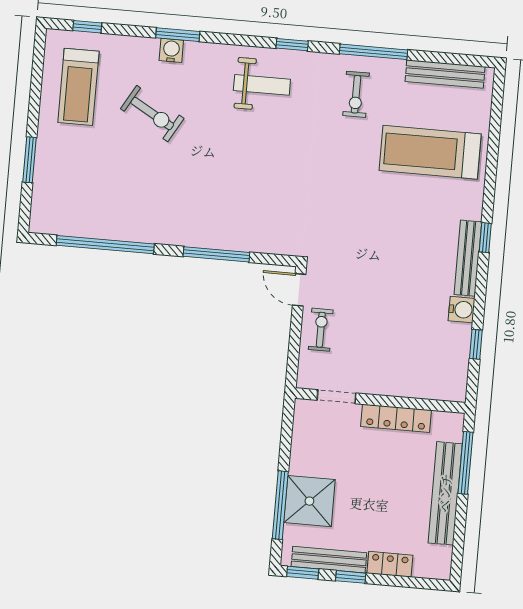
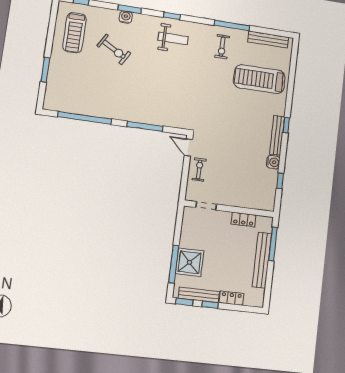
window: (292, 45) -> (172, 16), moved
locker: (396, 418) -> (244, 219), width x0.66

